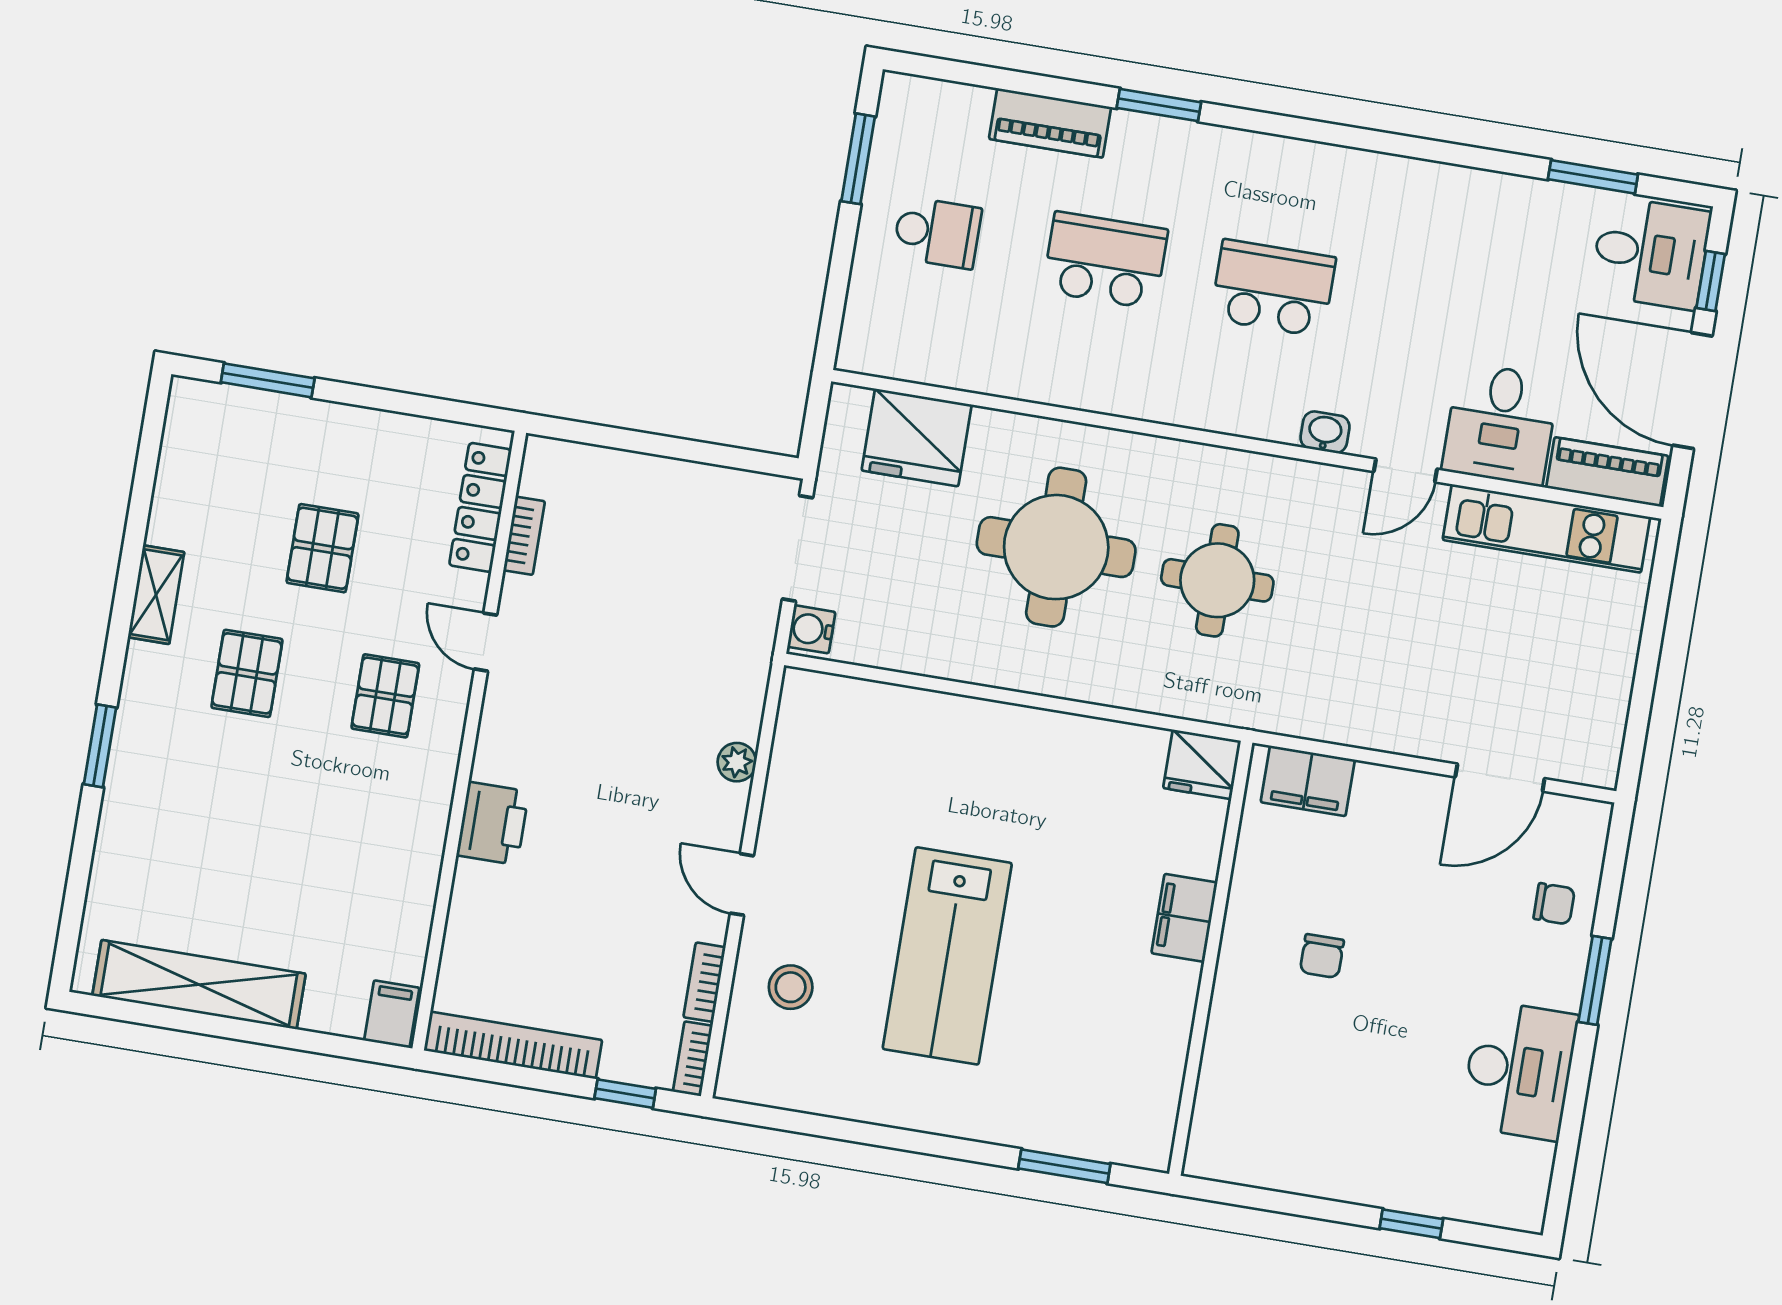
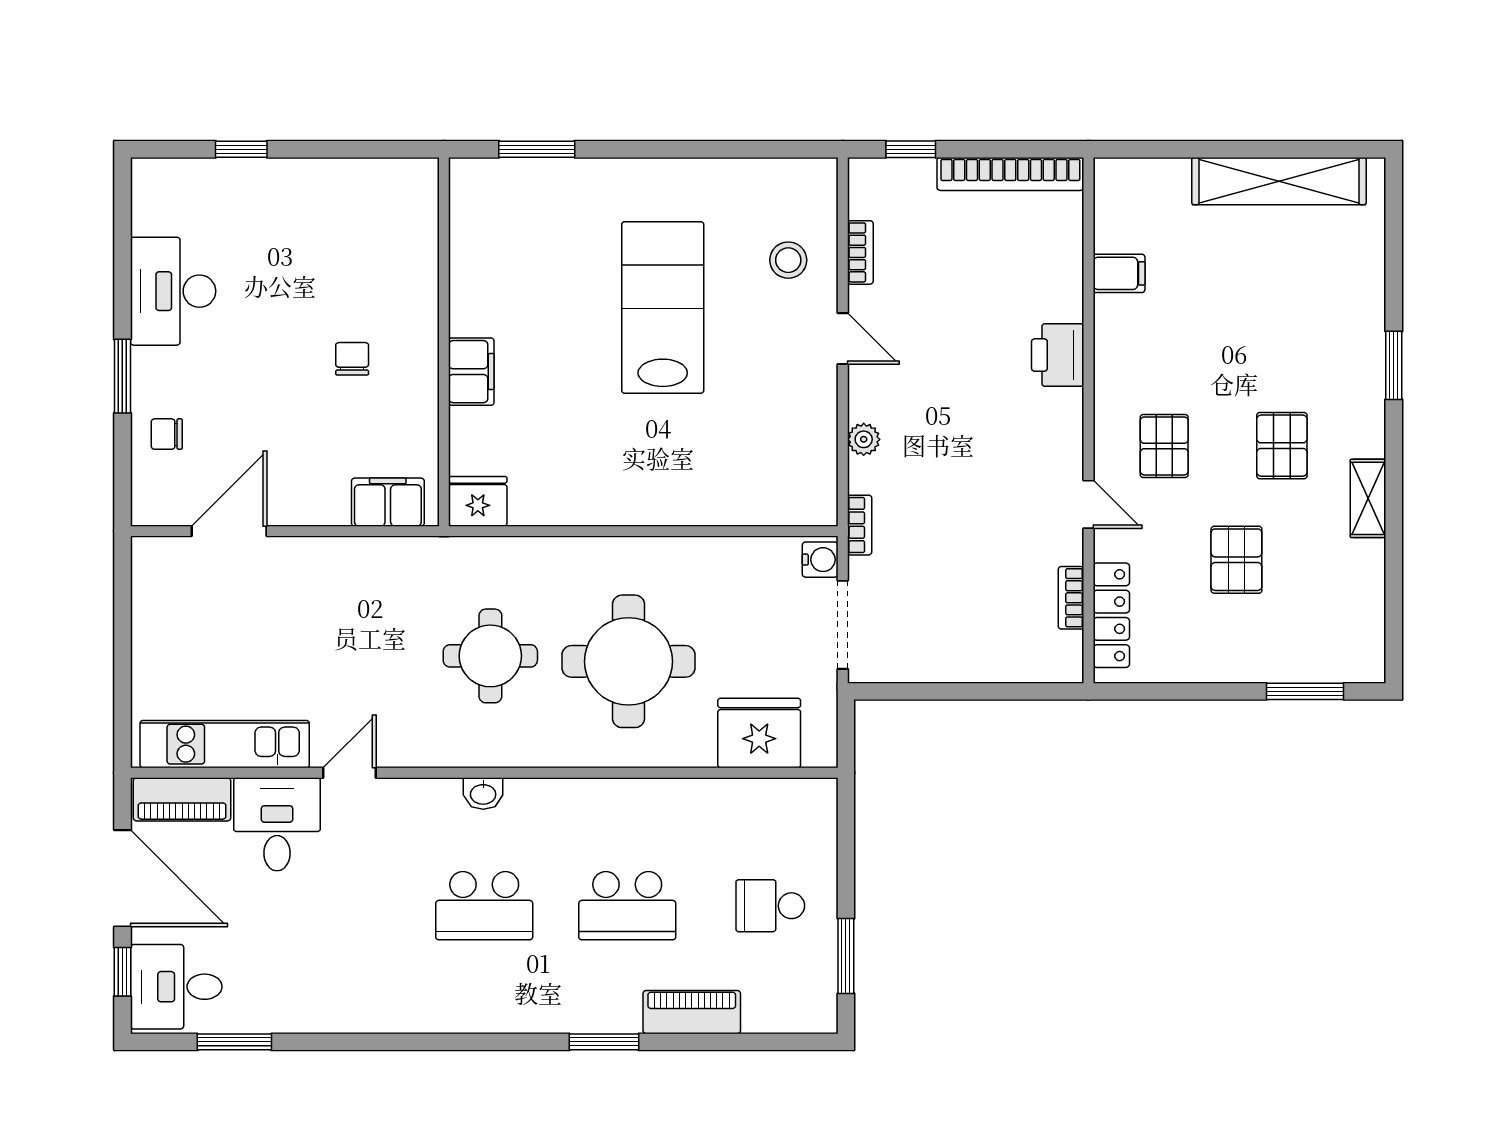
washbasin: (1325, 432) -> (483, 793), moved
filing cabinet: (392, 1014) -> (1119, 273), moved, turned -90
bookcase: (693, 1059) -> (860, 525), moved

